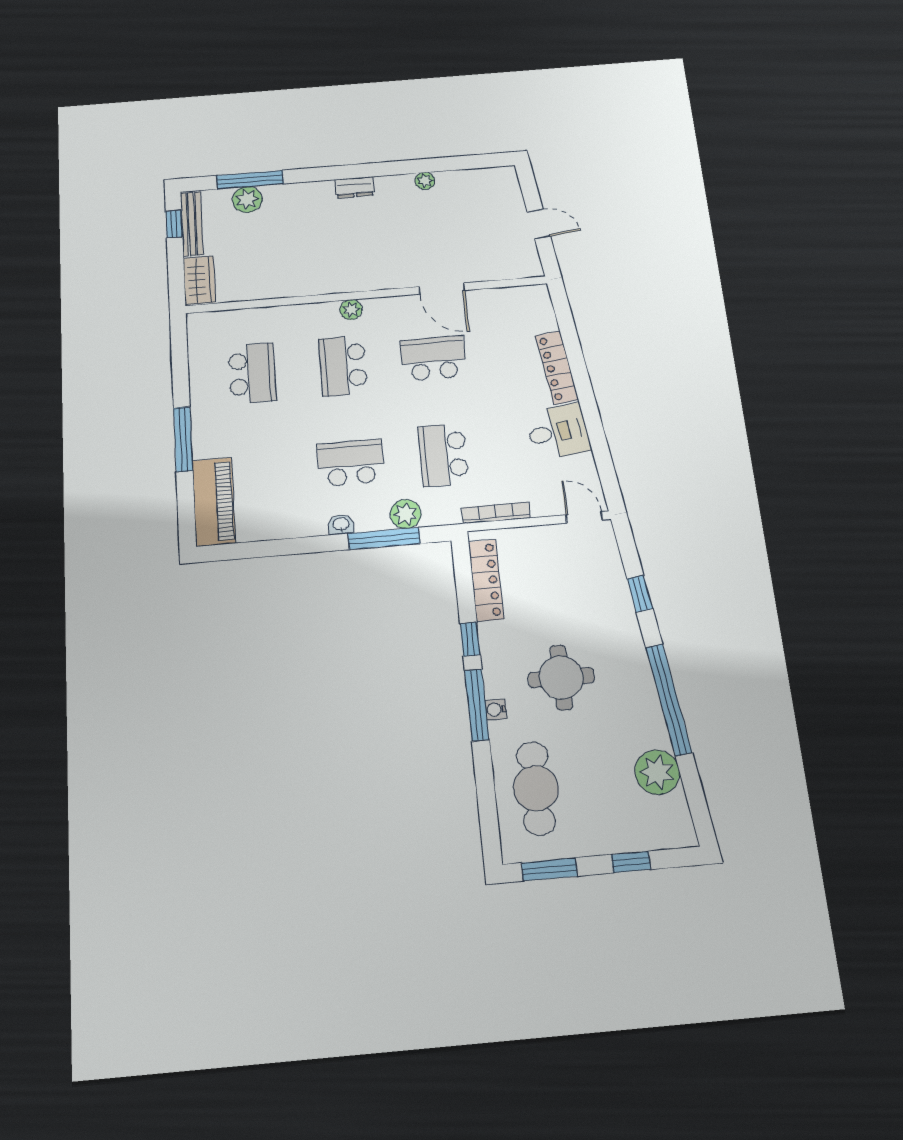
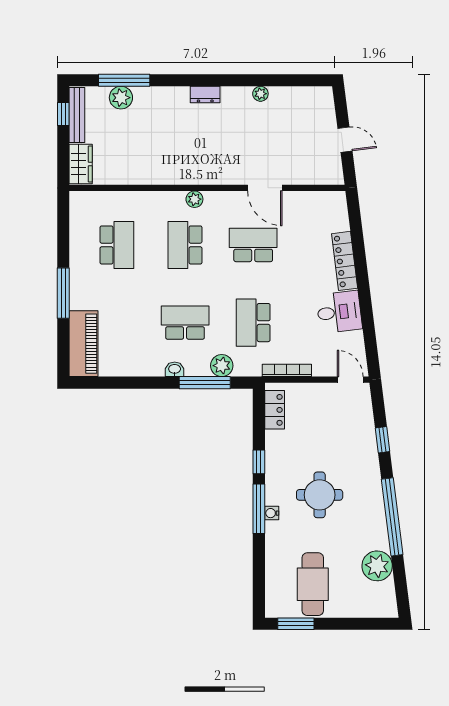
locker: (486, 580) -> (275, 410), width x0.66
cafe table: (536, 788) -> (313, 584), moved
window: (631, 862) -> (351, 624), removed

